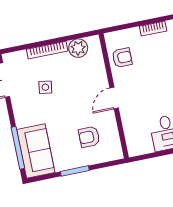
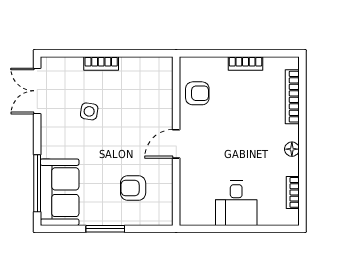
plant: (78, 48) -> (142, 69), removed
bookcase: (47, 50) -> (101, 63), width x0.64

